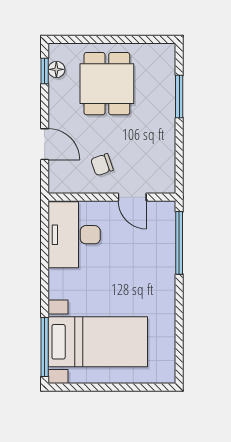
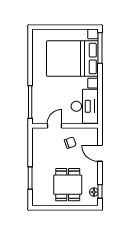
door: (132, 197) -> (55, 126), hinge flipped
bed with nightstands: (98, 342) -> (72, 58), width x1.36

